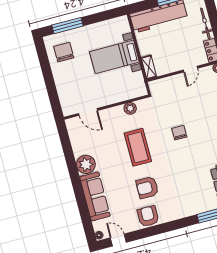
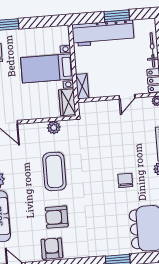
wardrobe: (138, 84) -> (67, 102), added
chair: (179, 133) -> (125, 180), moved

